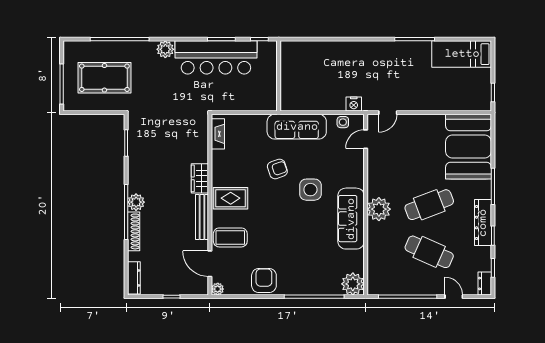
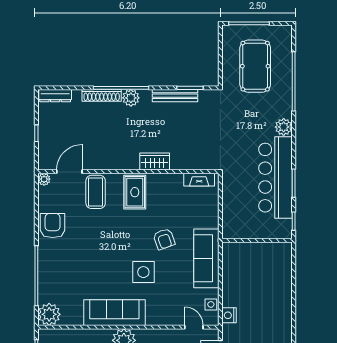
bench: (202, 217) -> (175, 96), moved
armchair: (264, 281) -> (53, 226), turned -90

